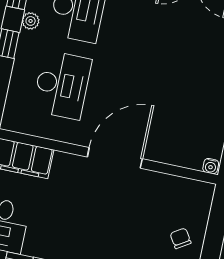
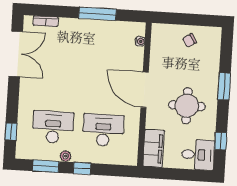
water cooler: (211, 166) -> (140, 41), moved
round table: (81, 219) -> (187, 106), added

